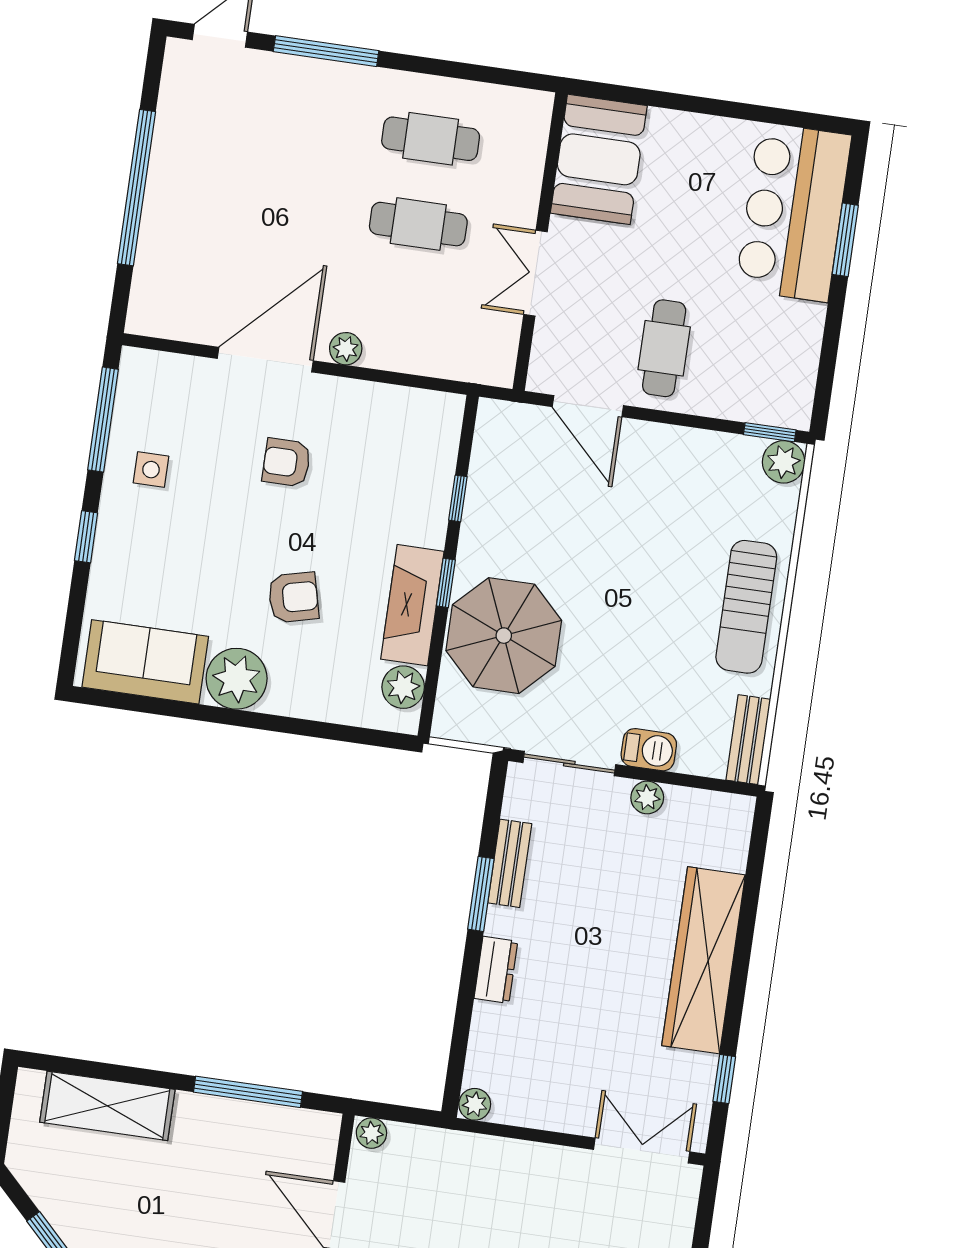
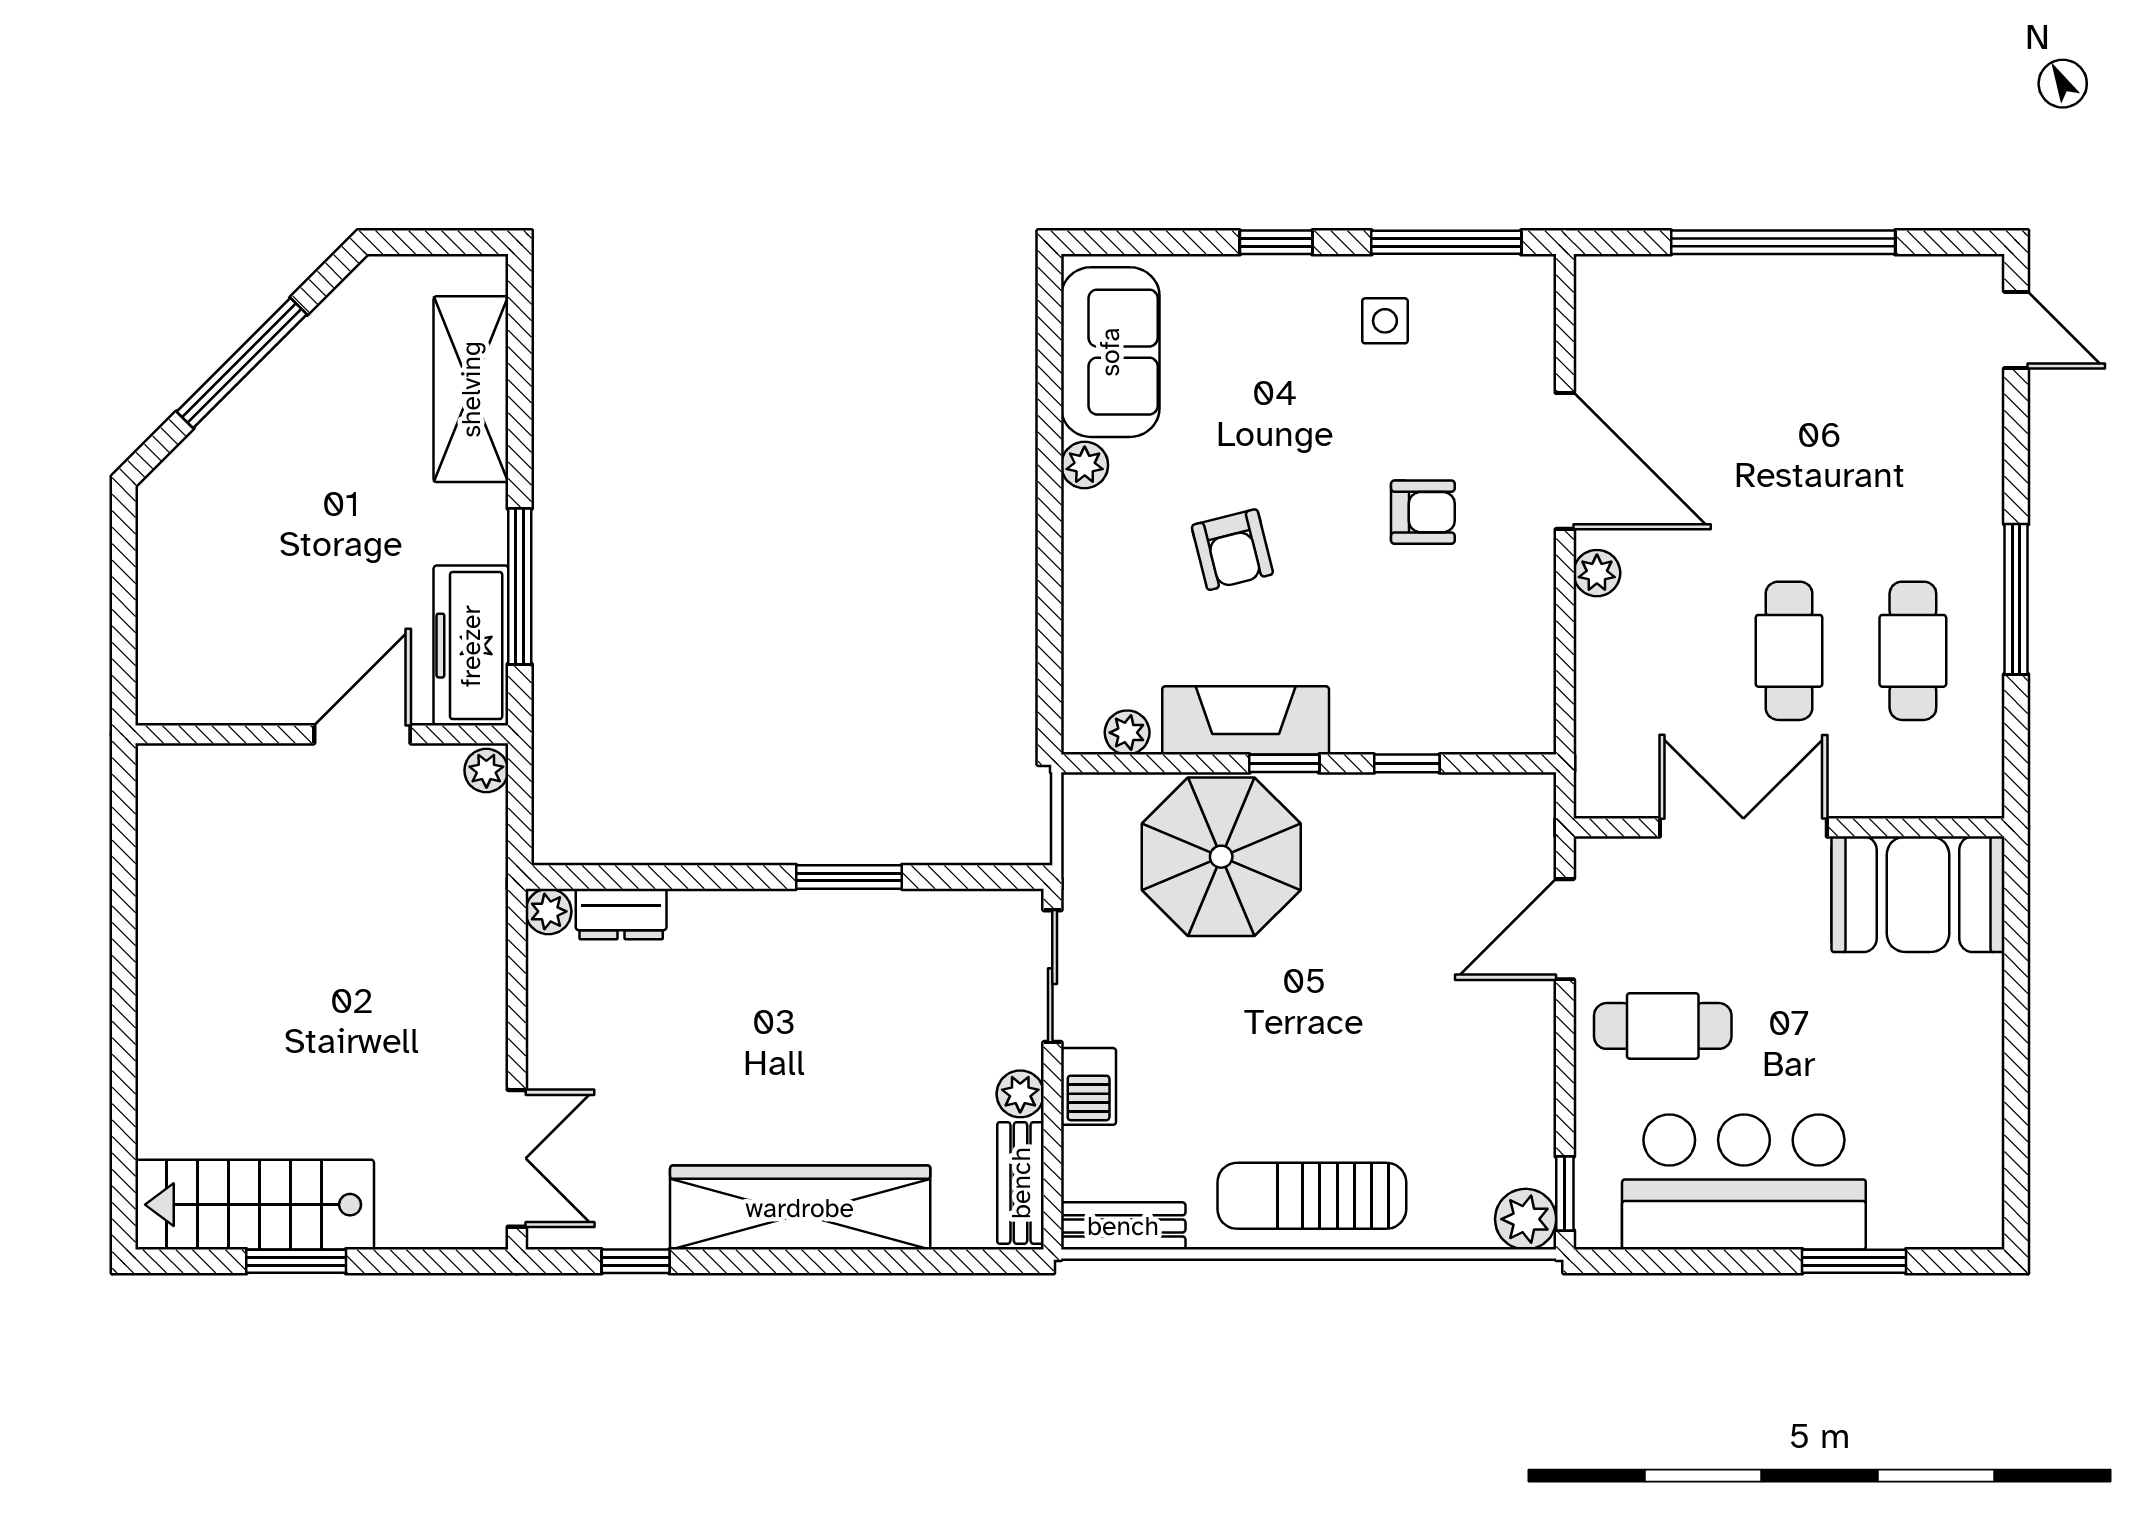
window: (326, 51) -> (2016, 599), moved
bar counter: (793, 212) -> (1744, 1182), moved
double door: (535, 273) -> (1743, 827), width x1.37
armchair: (286, 462) -> (1423, 512), turned 90
plant: (237, 679) -> (1085, 465), width x0.53, depth x0.53
plant: (403, 687) -> (1127, 733), width x0.73, depth x0.73
bench: (510, 863) -> (1021, 1183), moved, turned 90
dresser: (496, 970) -> (621, 914), moved
freezer: (284, 1131) -> (471, 646), added

